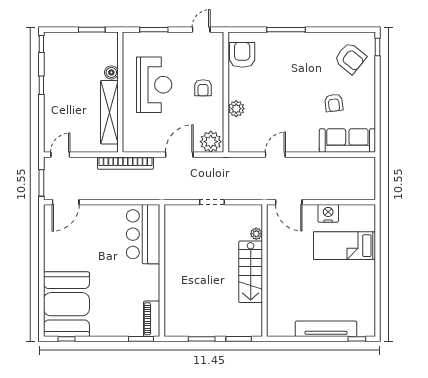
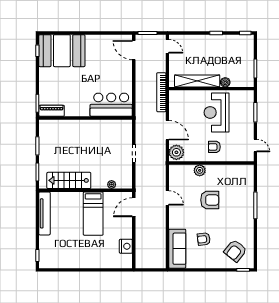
armchair: (242, 55) -> (210, 200), moved
reception desk: (154, 85) -> (217, 112), turned 90
nightstand: (328, 213) -> (126, 246), moved
bed: (344, 246) -> (93, 214), moved, turned 180
stairs: (251, 272) -> (69, 180), moved
tv unit: (326, 329) -> (44, 213), moved

